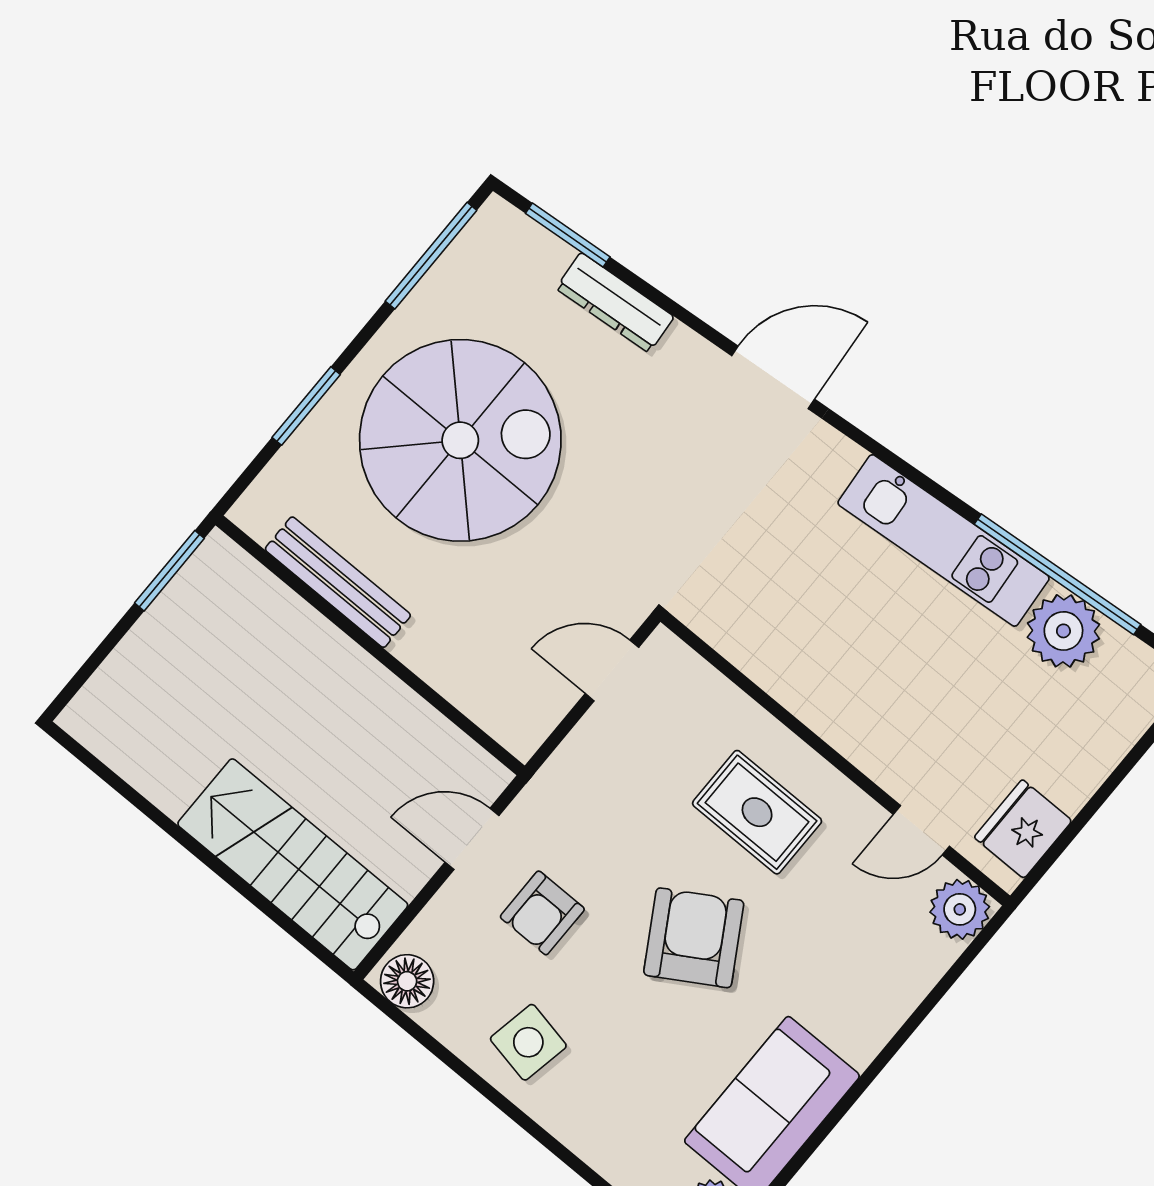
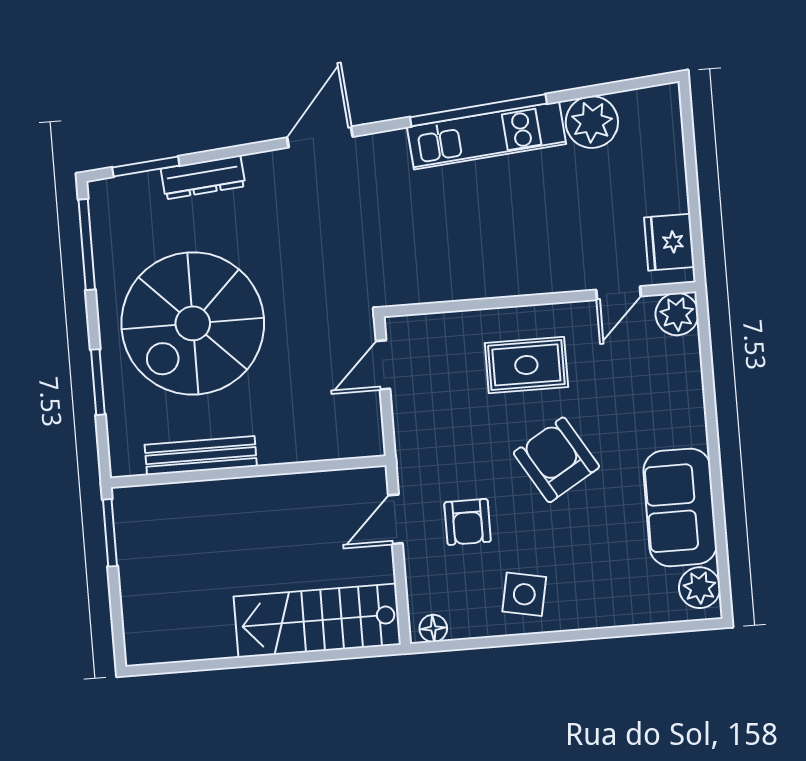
spiral stairs: (460, 440) -> (193, 323), turned 180
window: (1058, 574) -> (478, 110), moved
floor lamp: (407, 981) -> (433, 628), width x0.73, depth x0.73

